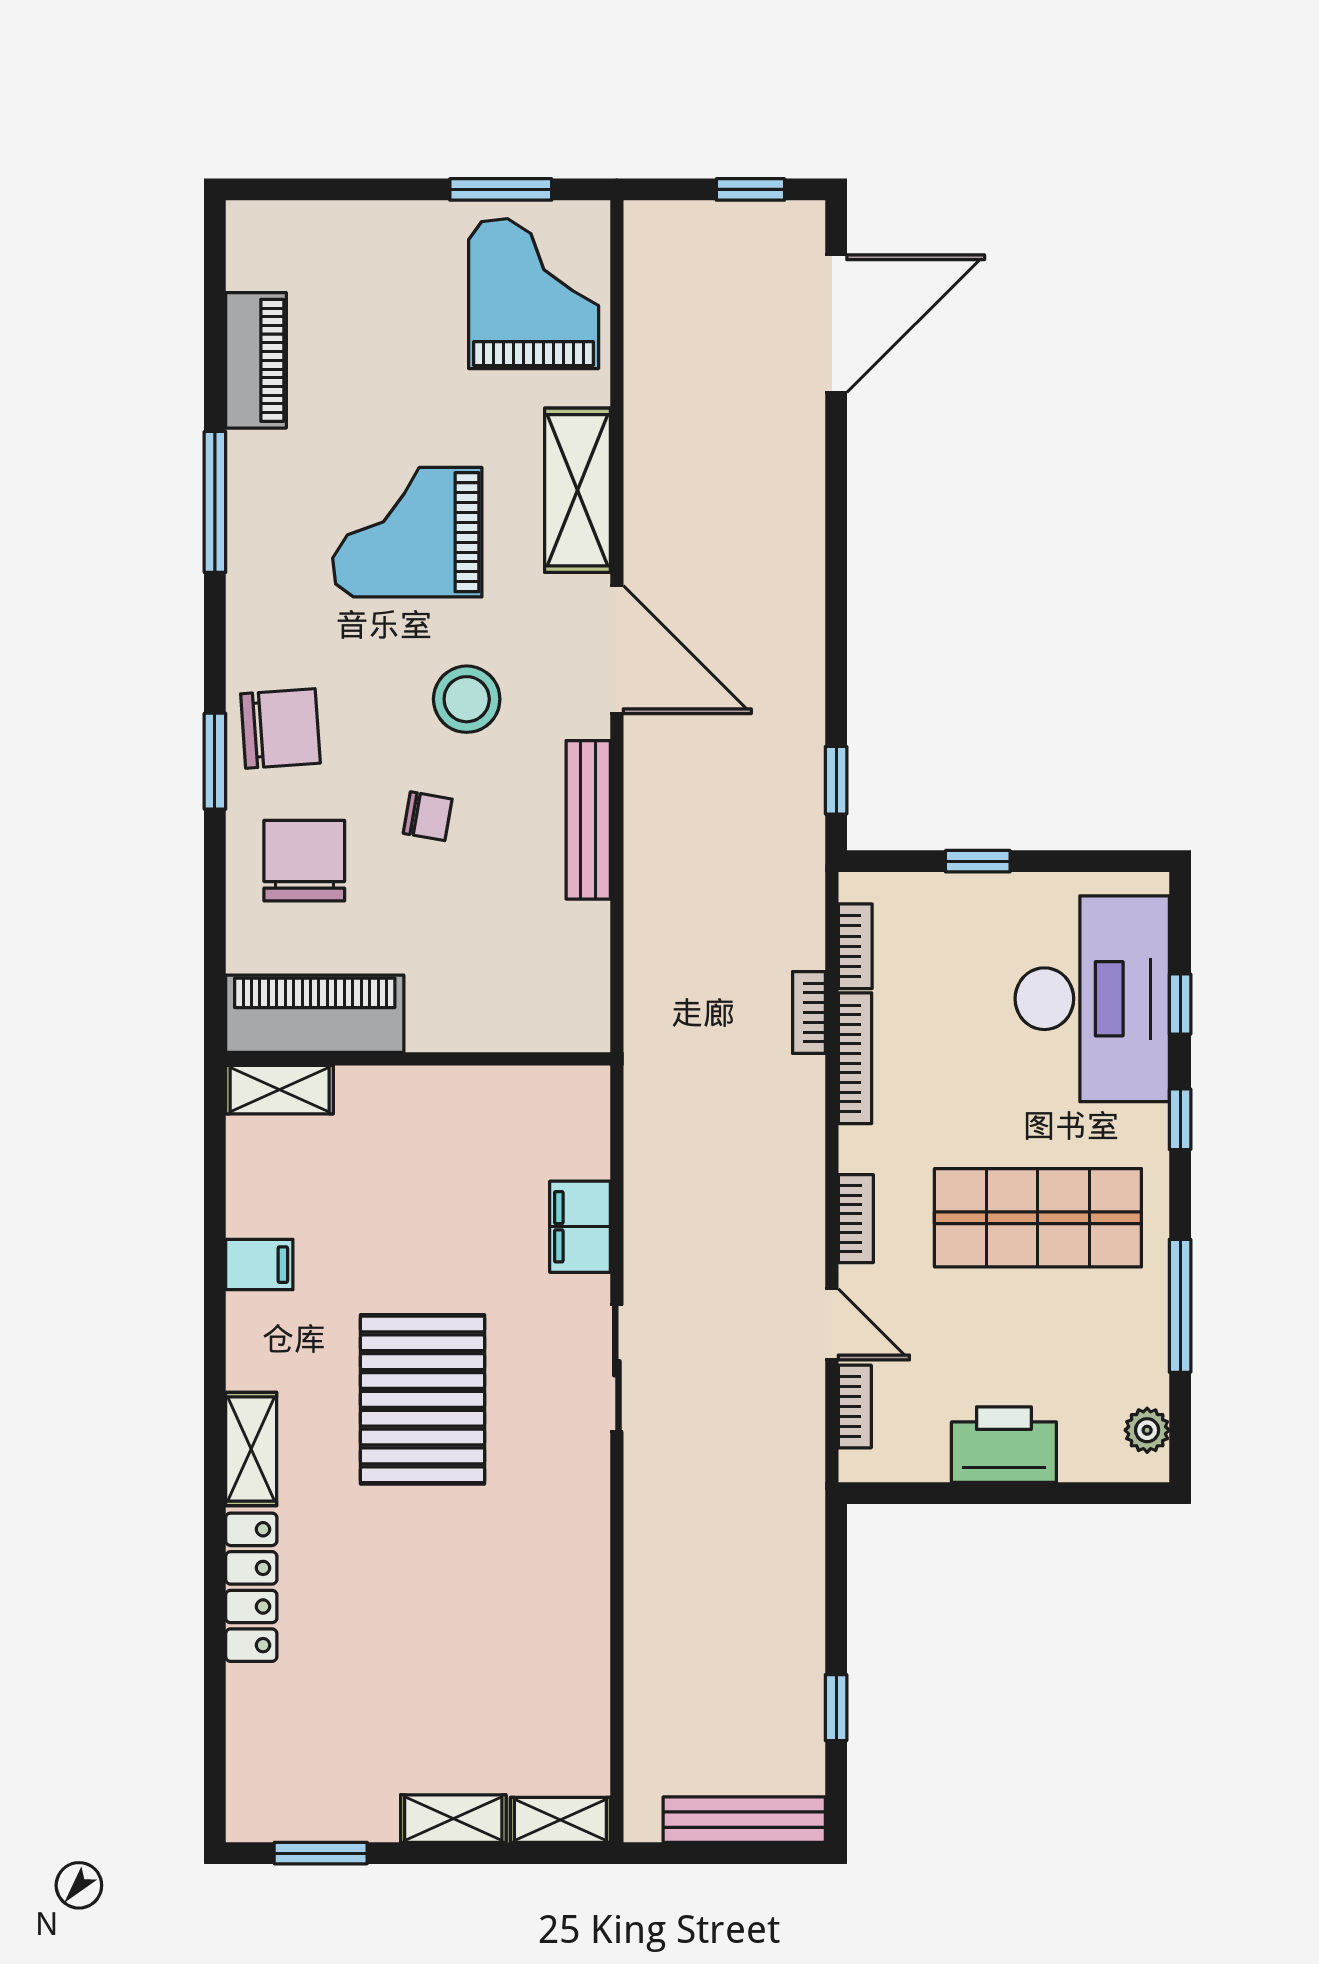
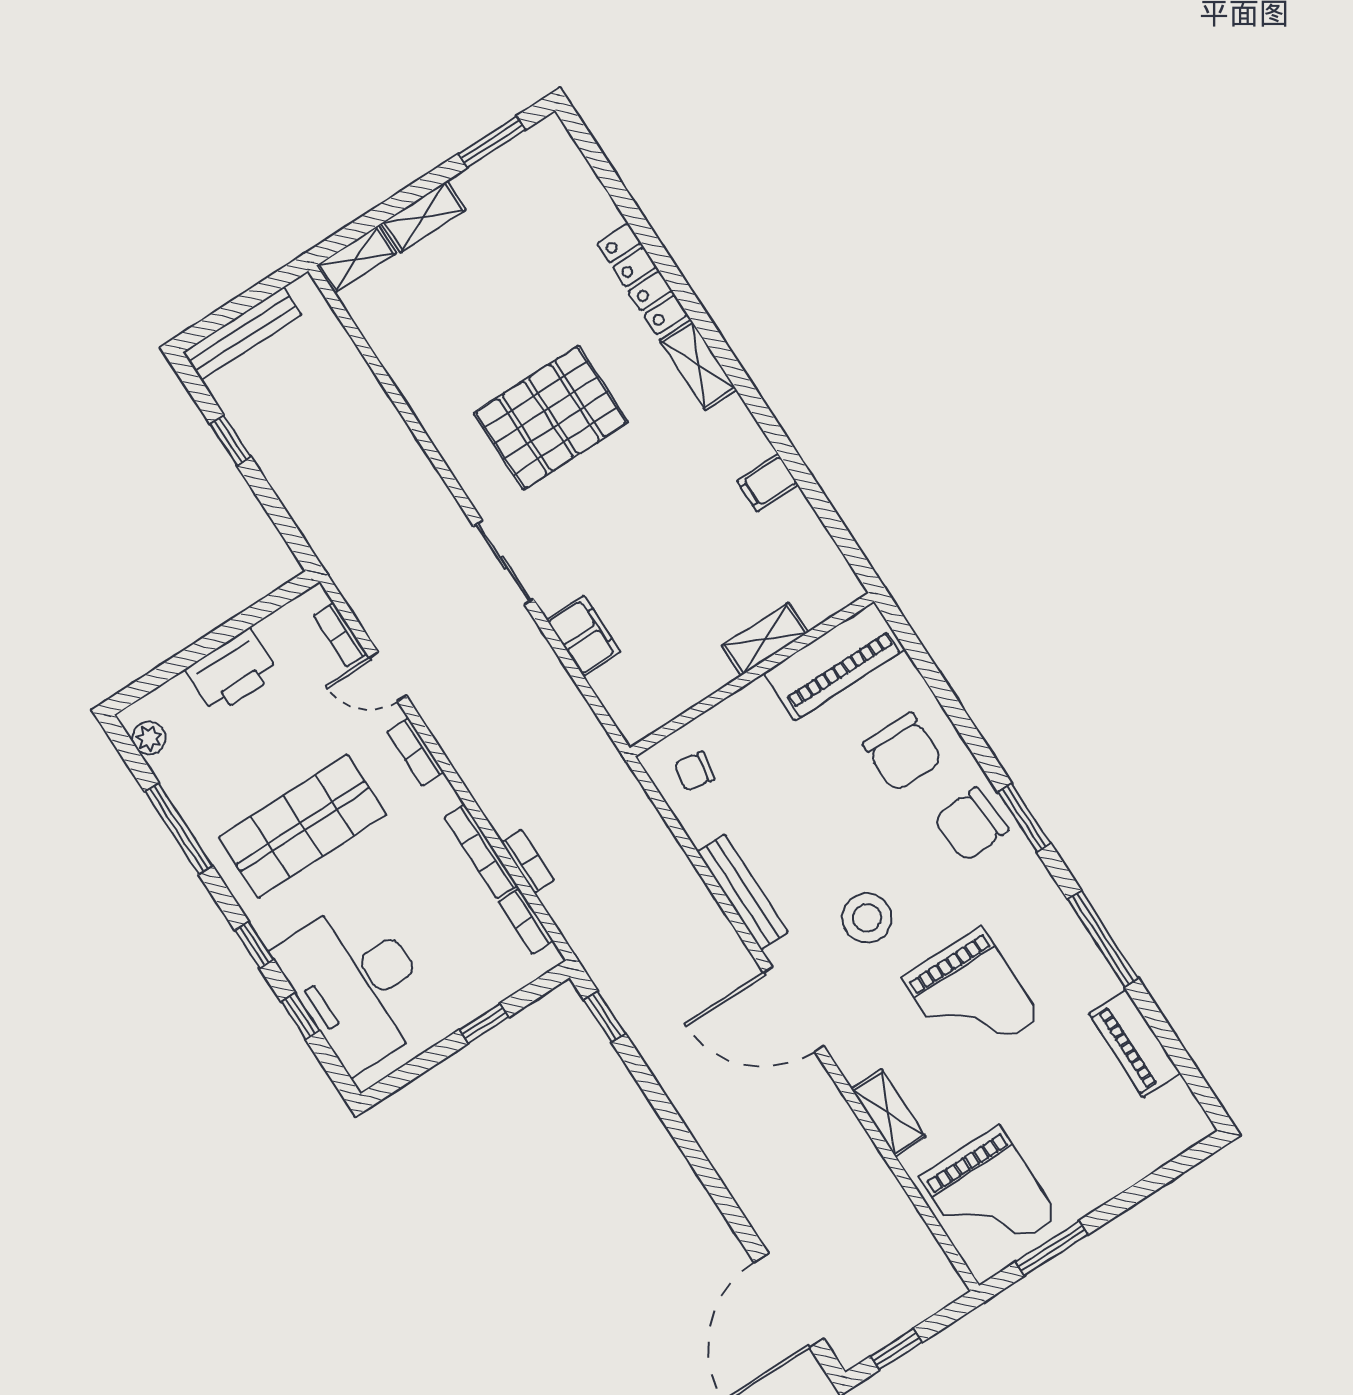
shelving: (578, 490) -> (888, 1113), width x0.67, depth x0.75
grand piano: (407, 532) -> (971, 998), turned 90
window: (215, 761) -> (1024, 817), moved
chair: (428, 816) -> (695, 771), moved
shelving: (280, 1090) -> (765, 639), moved
pallet: (423, 1399) -> (551, 418), moved, turned 90

